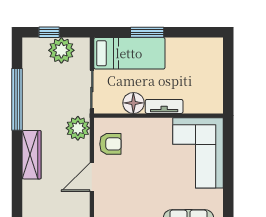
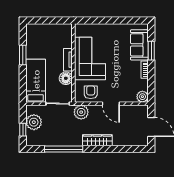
window: (147, 32) -> (23, 55), moved
corner sofa: (198, 153) -> (90, 59), moved, turned -90

